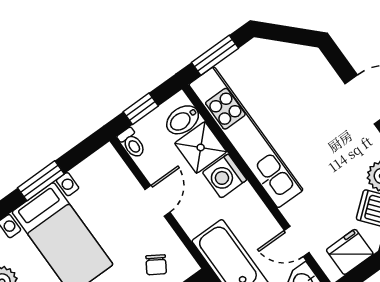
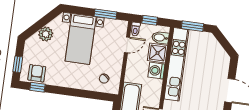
window: (41, 181) -> (105, 14), moved
door: (157, 201) -> (127, 45), moved

